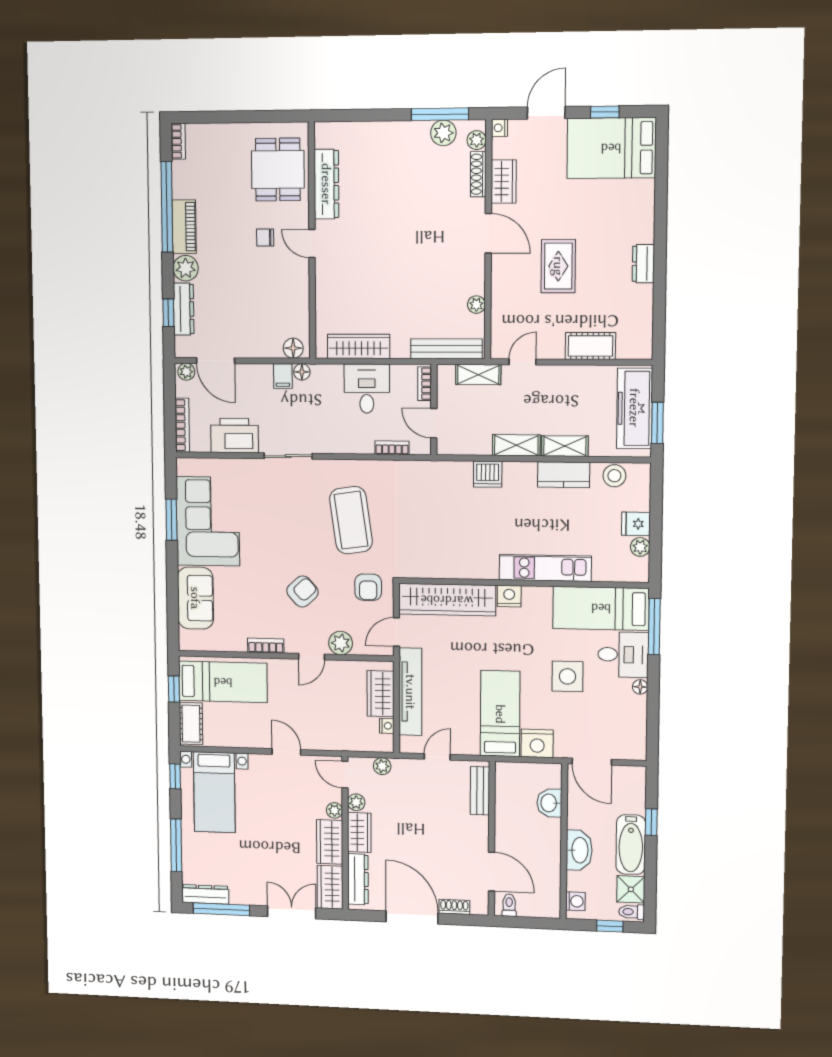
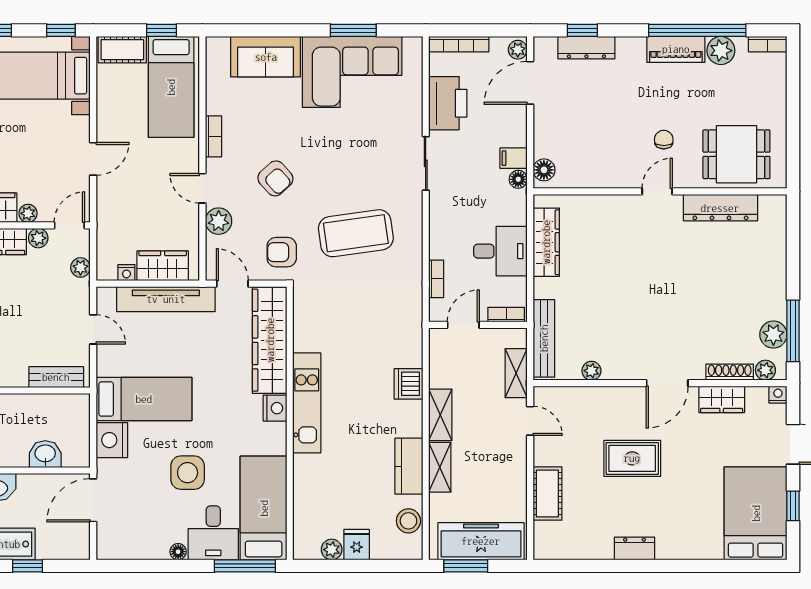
plant: (186, 268) -> (721, 51), moved
kitchen unit: (545, 568) -> (307, 403), moved

